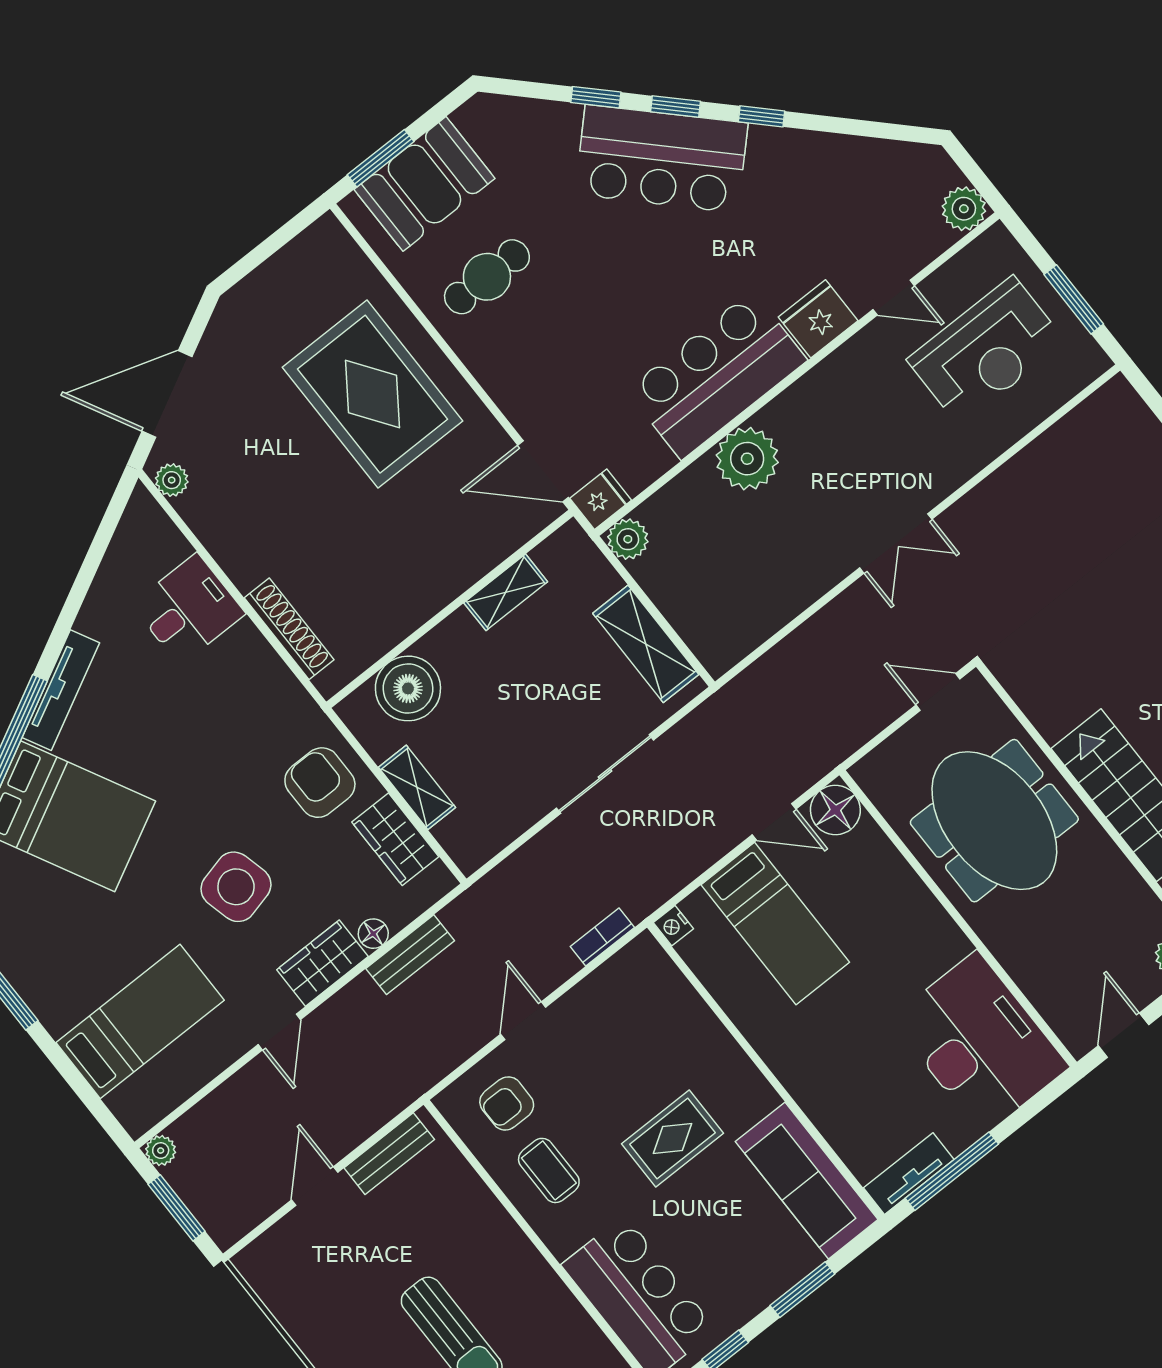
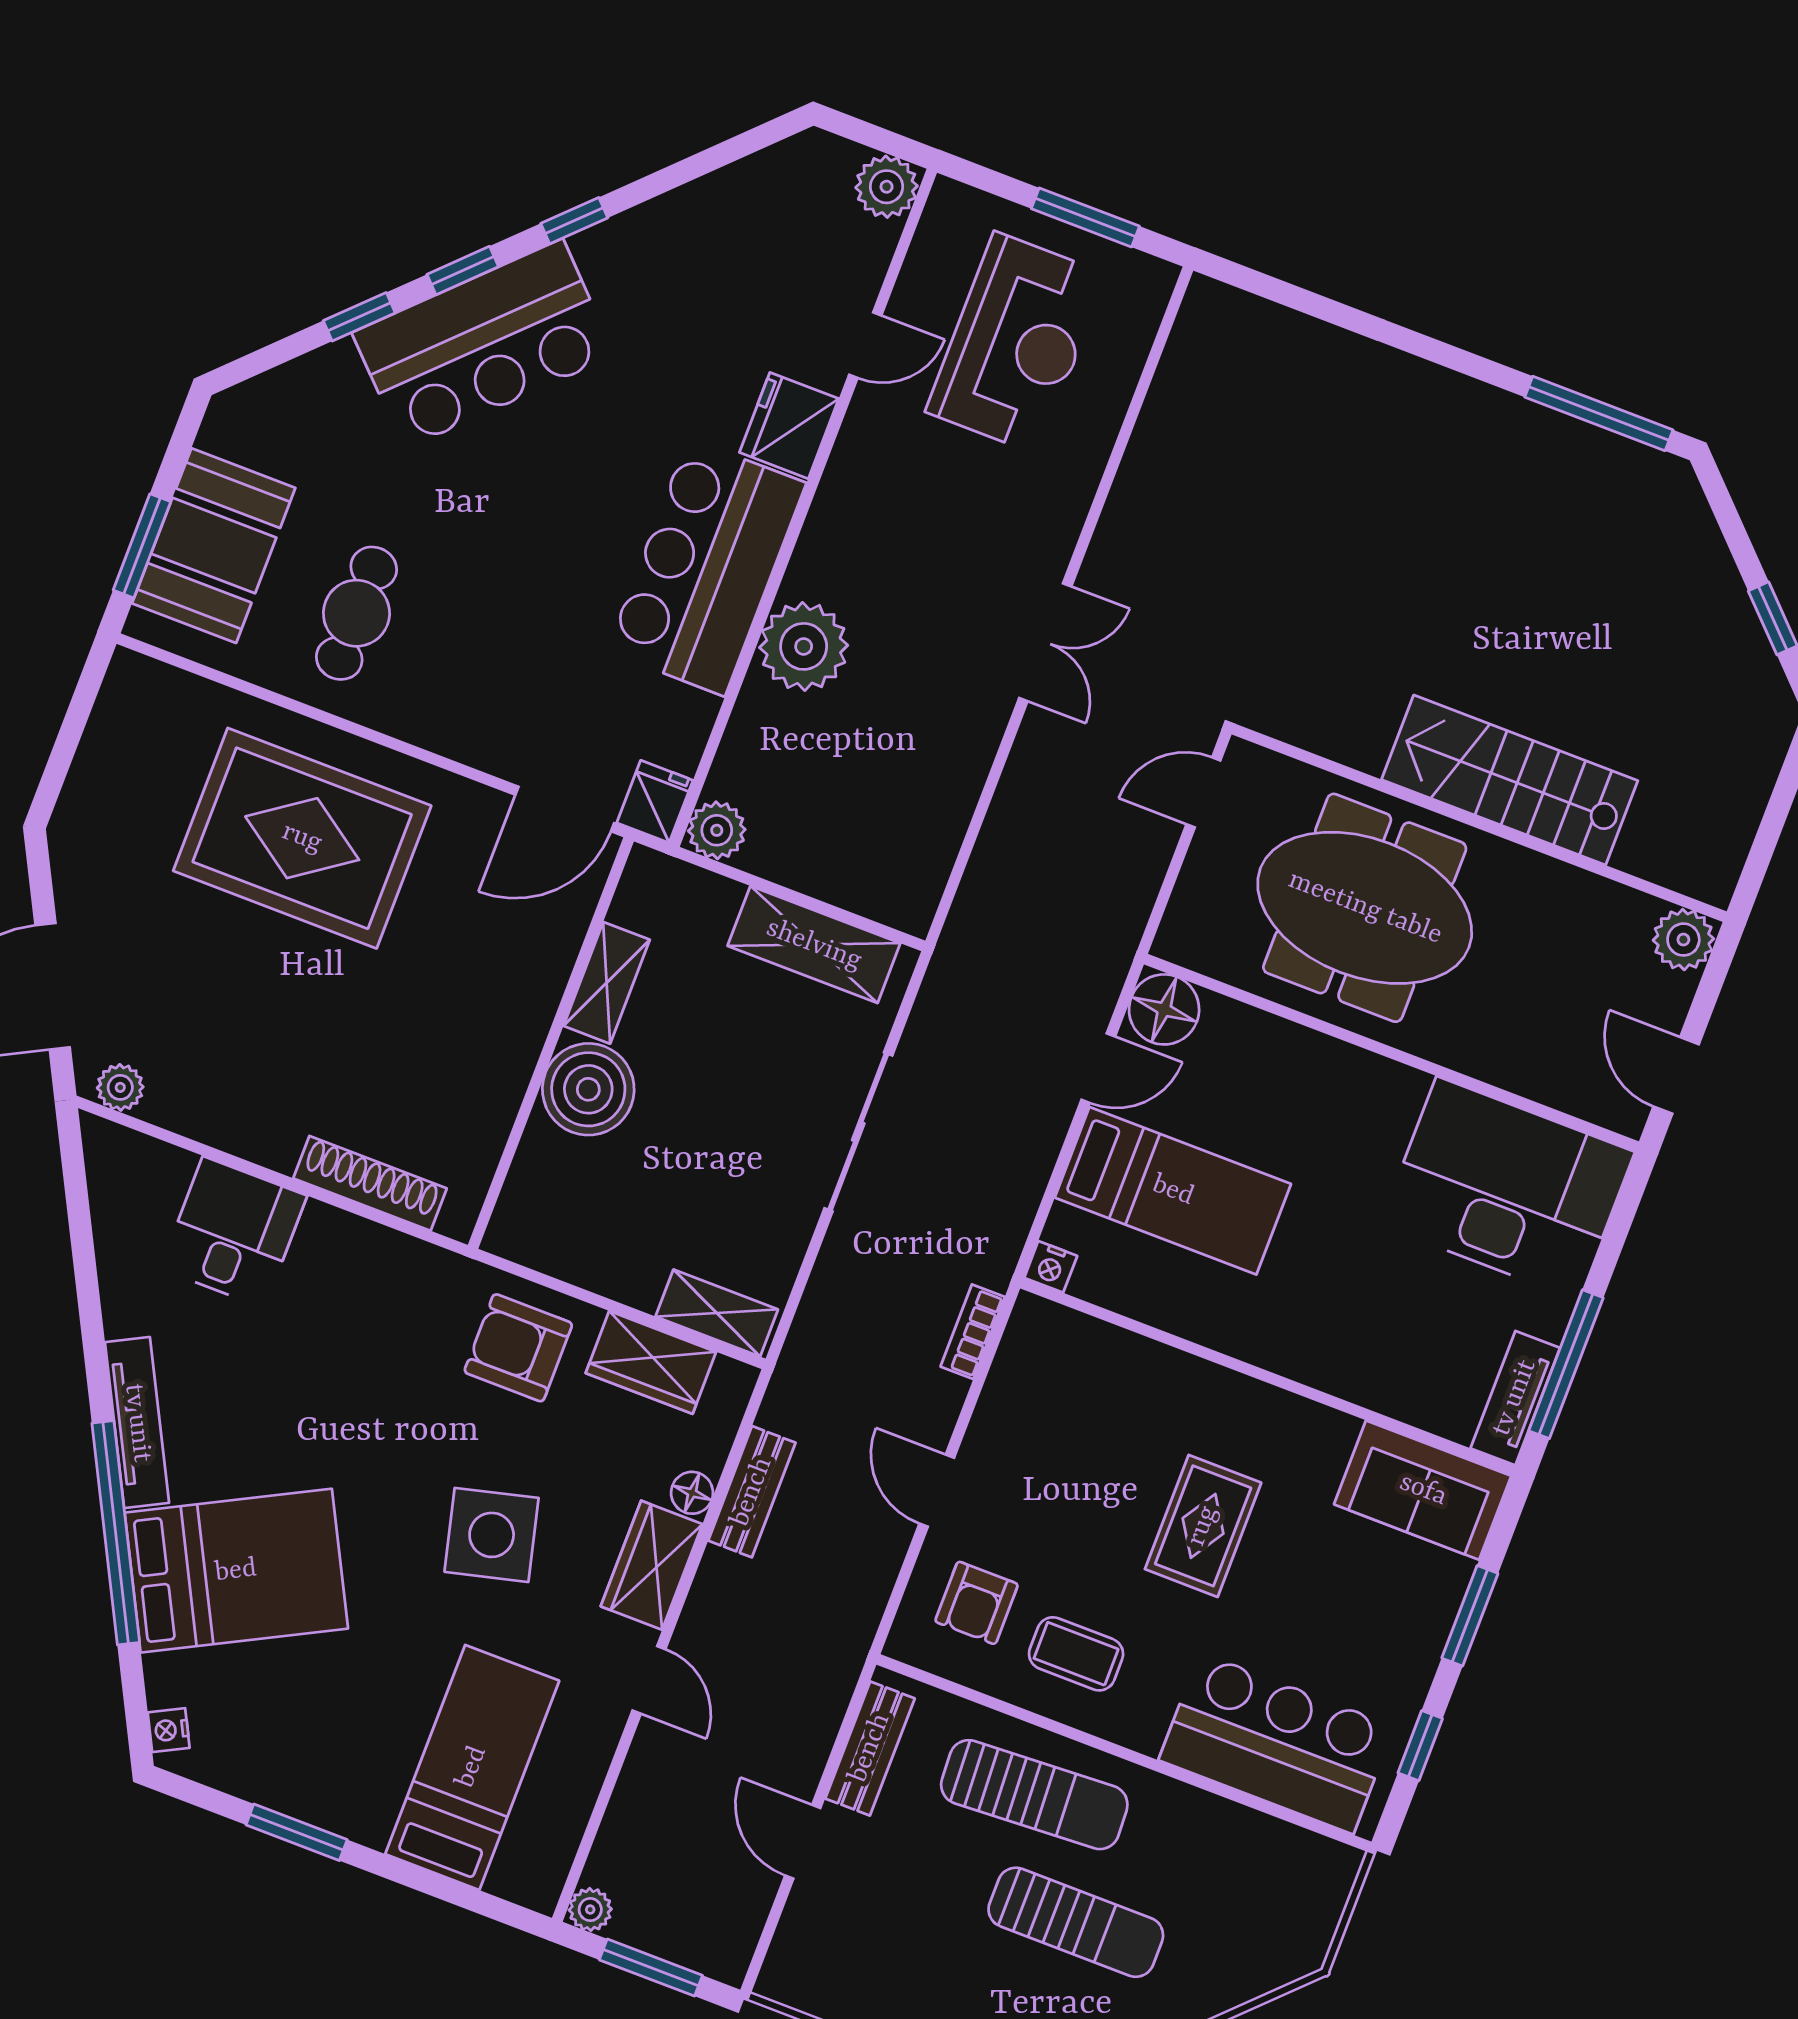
boiler: (408, 688) -> (588, 1089), moved
shelving: (417, 787) -> (717, 1313), moved
sofa: (807, 1181) -> (1423, 1490), width x0.73
sun lounger: (473, 1241) -> (1034, 1795), added

